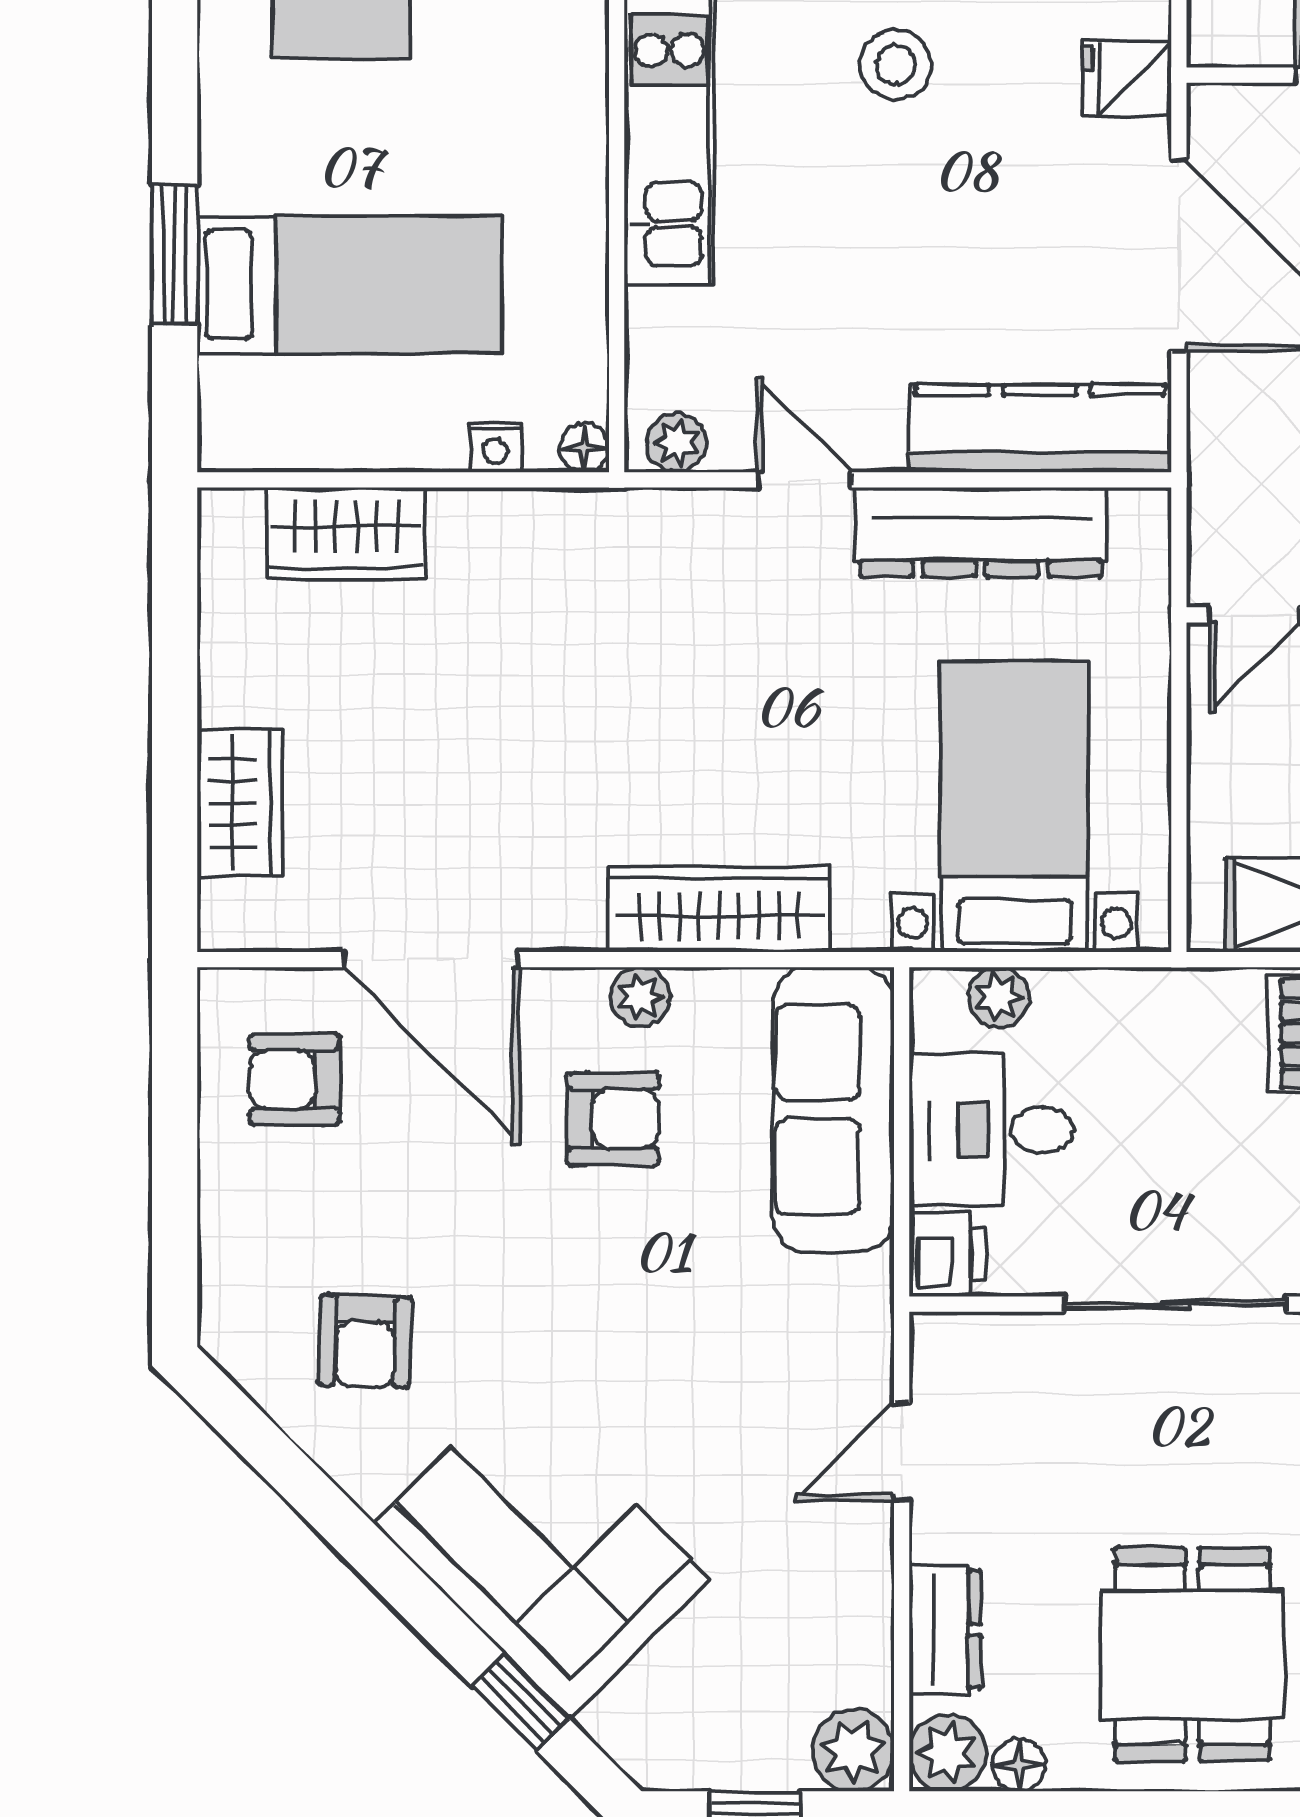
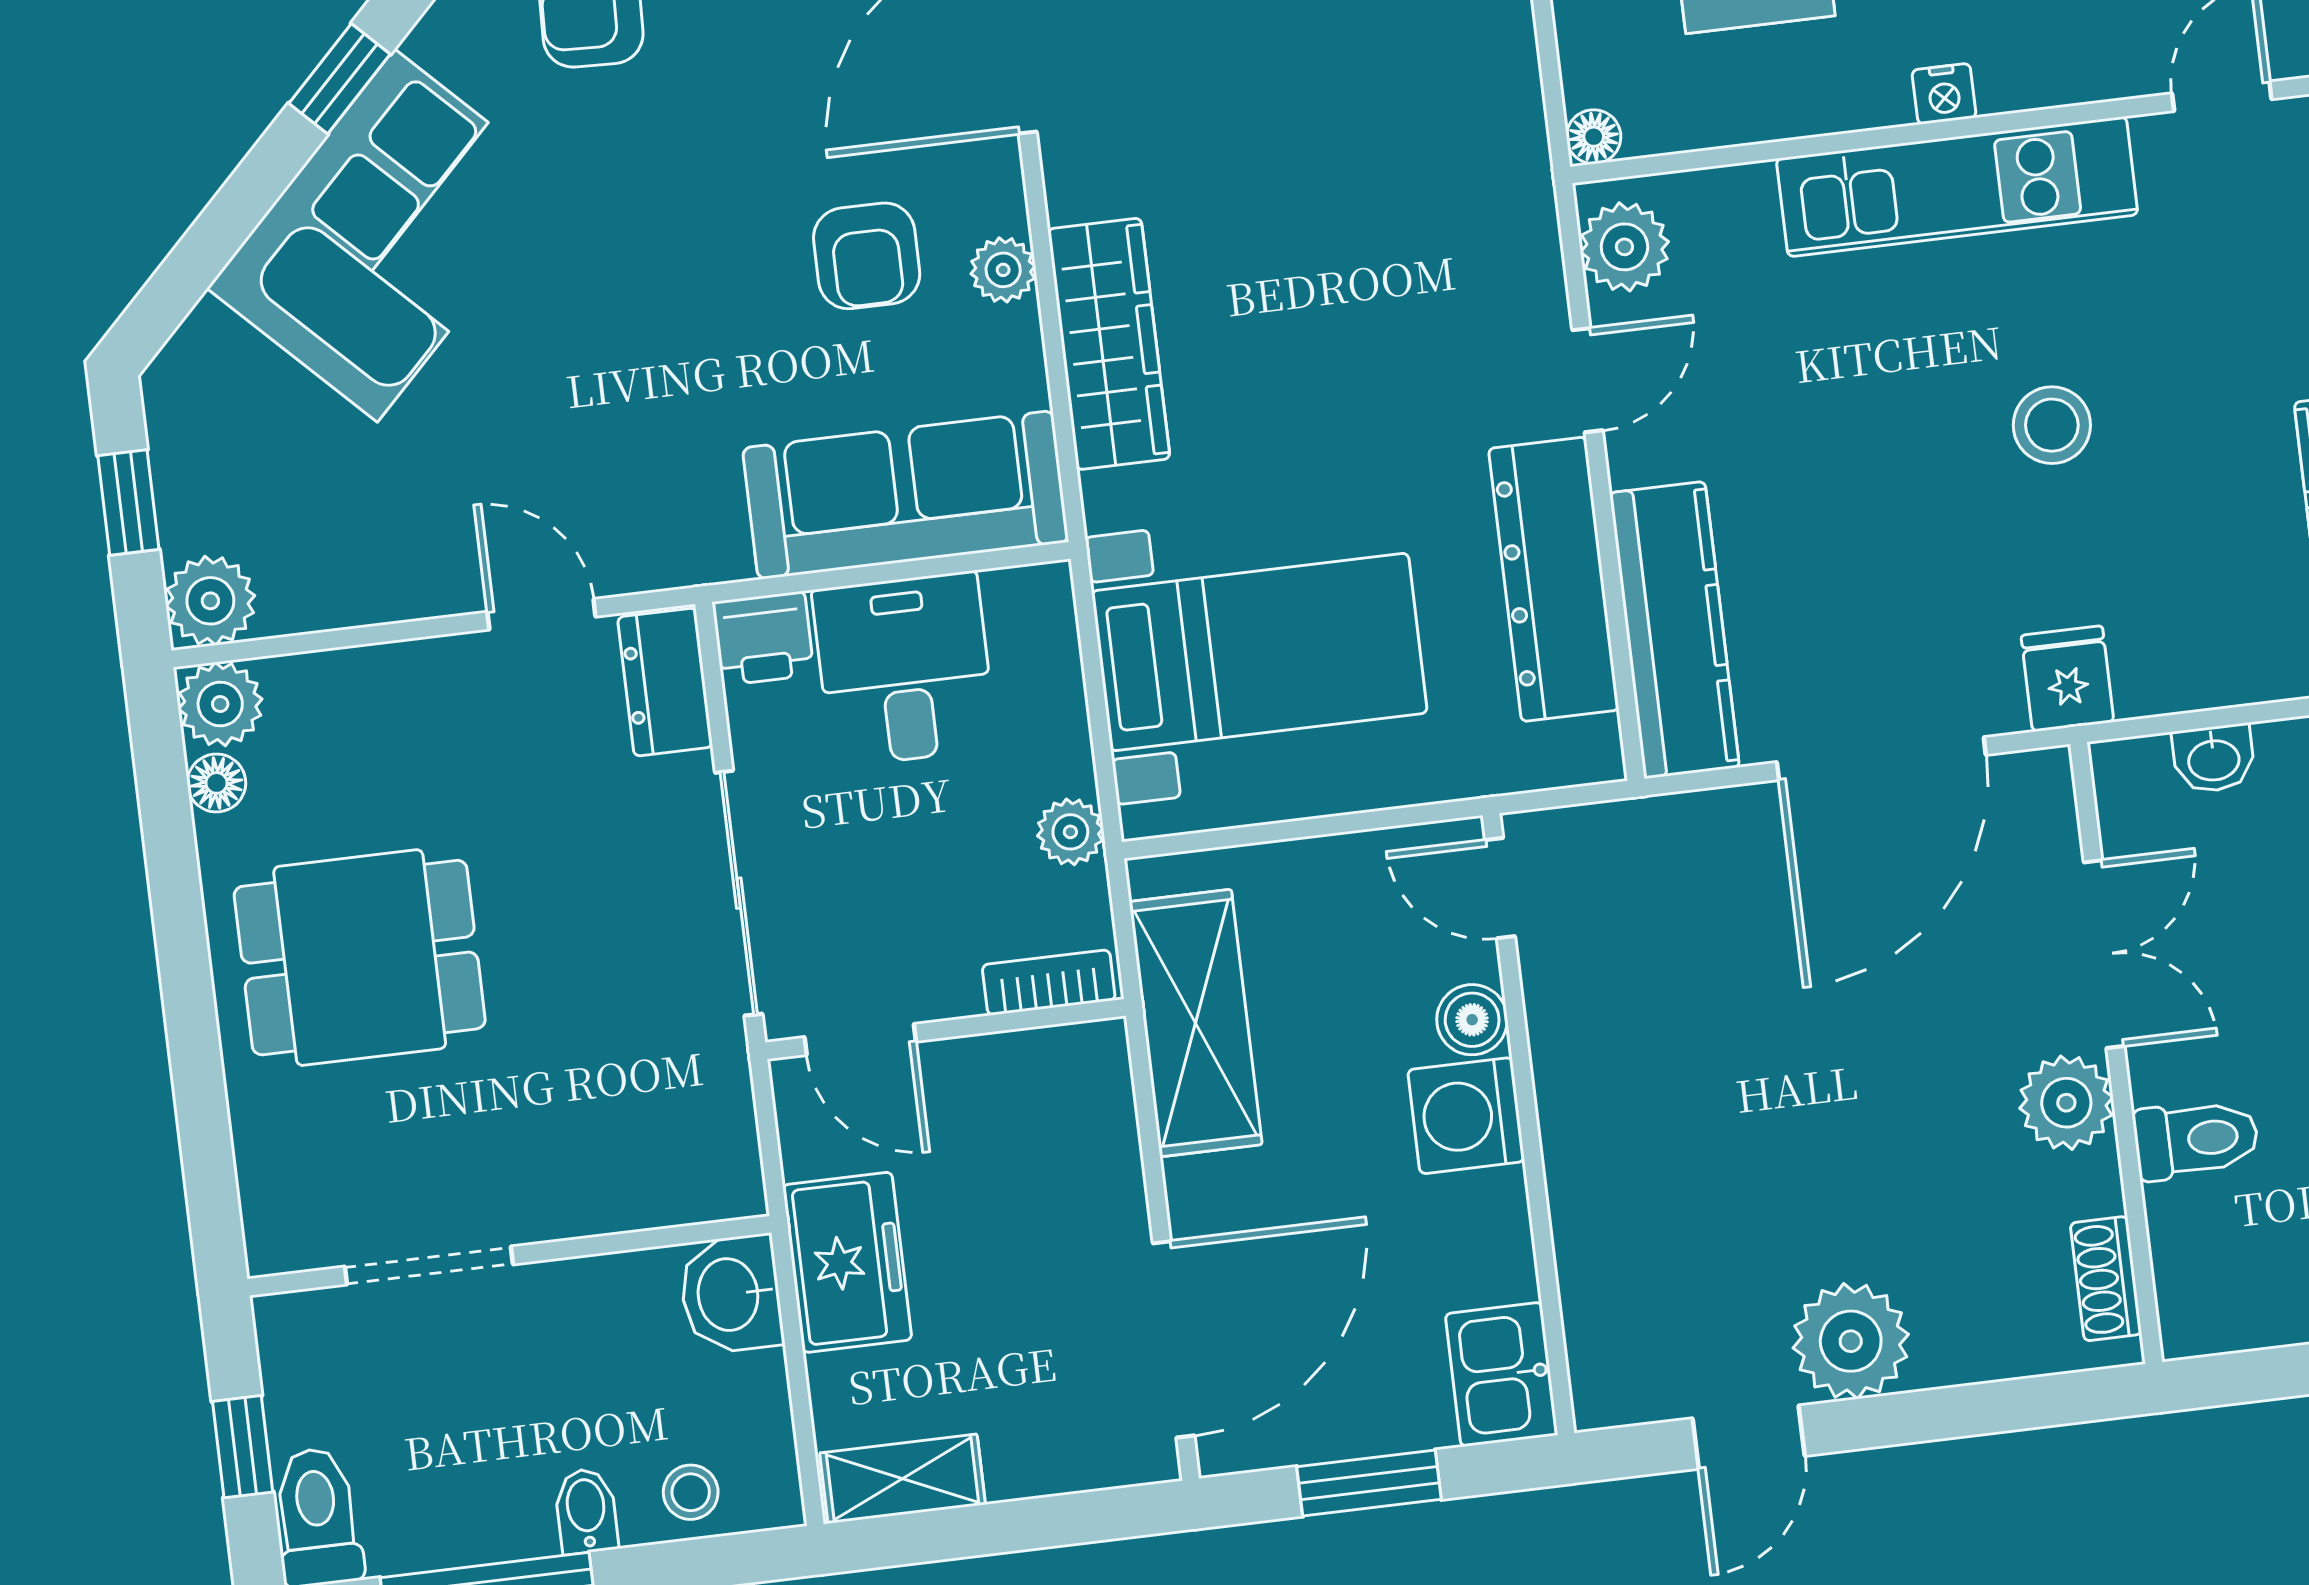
plant: (677, 443) -> (1624, 247), width x1.38, depth x1.38
nightstand: (495, 447) -> (1944, 94), moved, turned -90
plant: (999, 997) -> (1070, 832), moved
dresser: (945, 1629) -> (665, 682), moved, turned 90
window: (520, 1702) -> (339, 79), moved

